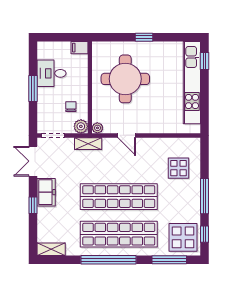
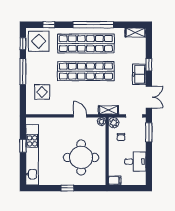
window: (205, 61) -> (23, 146), moved
window: (33, 89) -> (149, 132), moved
window: (169, 260) -> (49, 25), width x0.46

